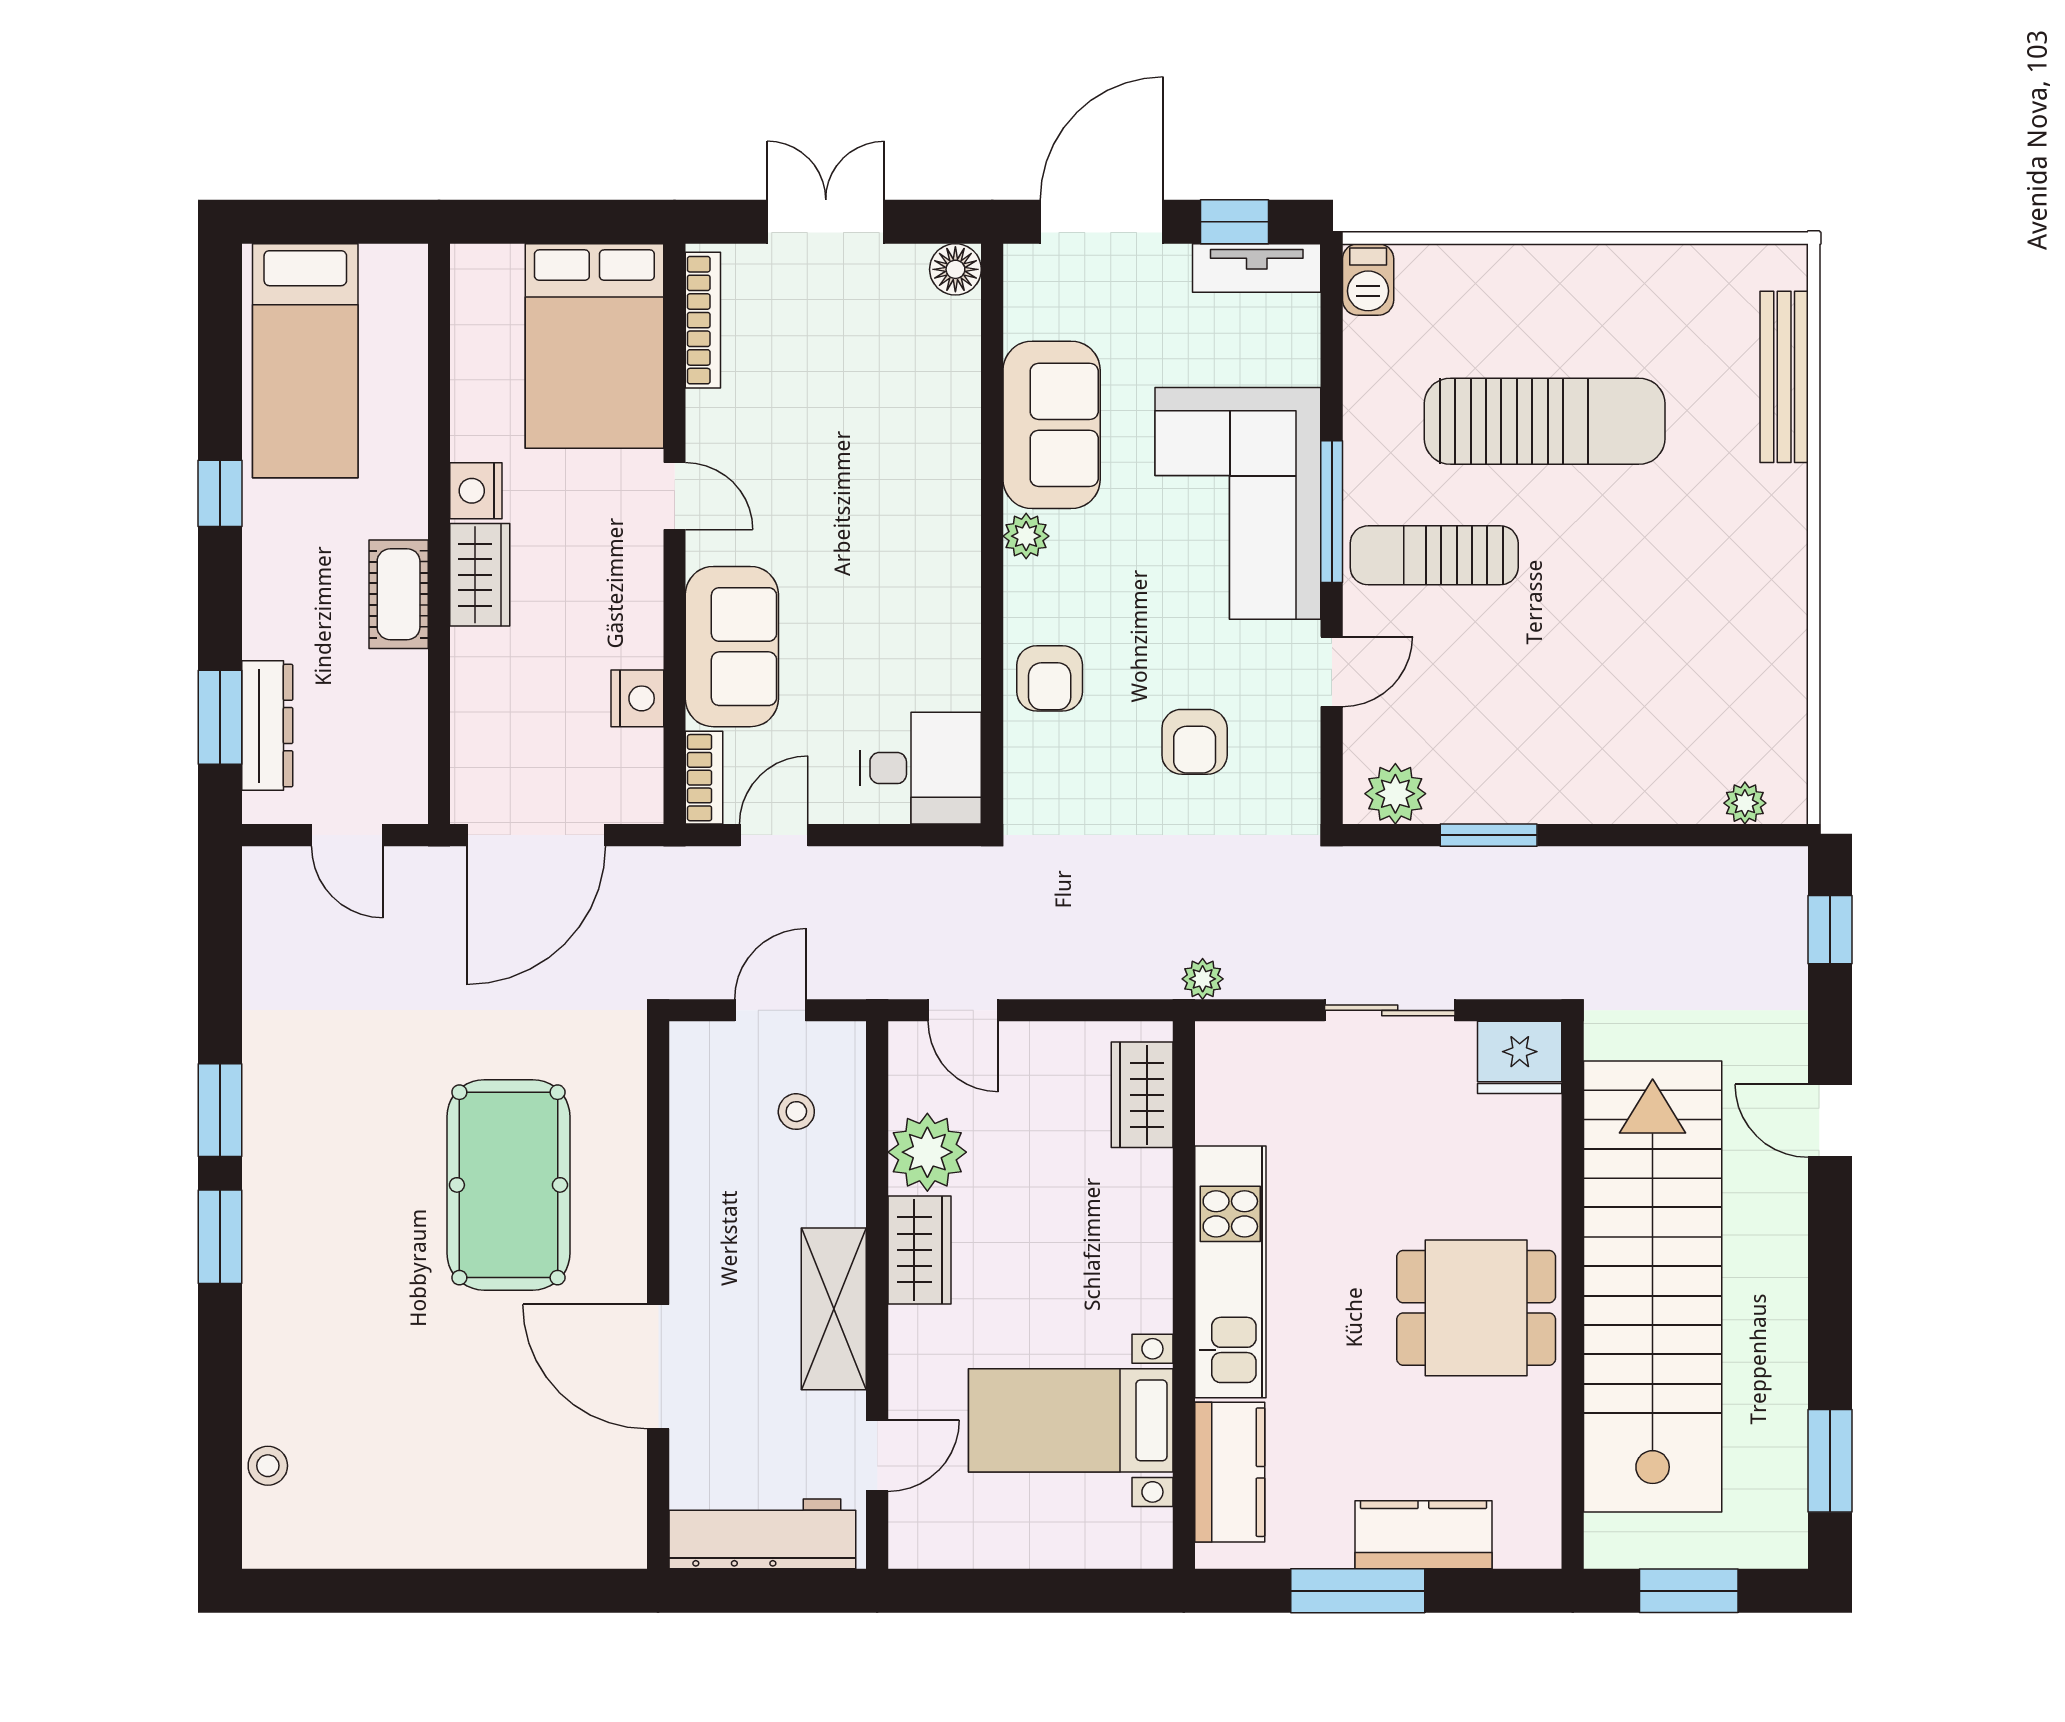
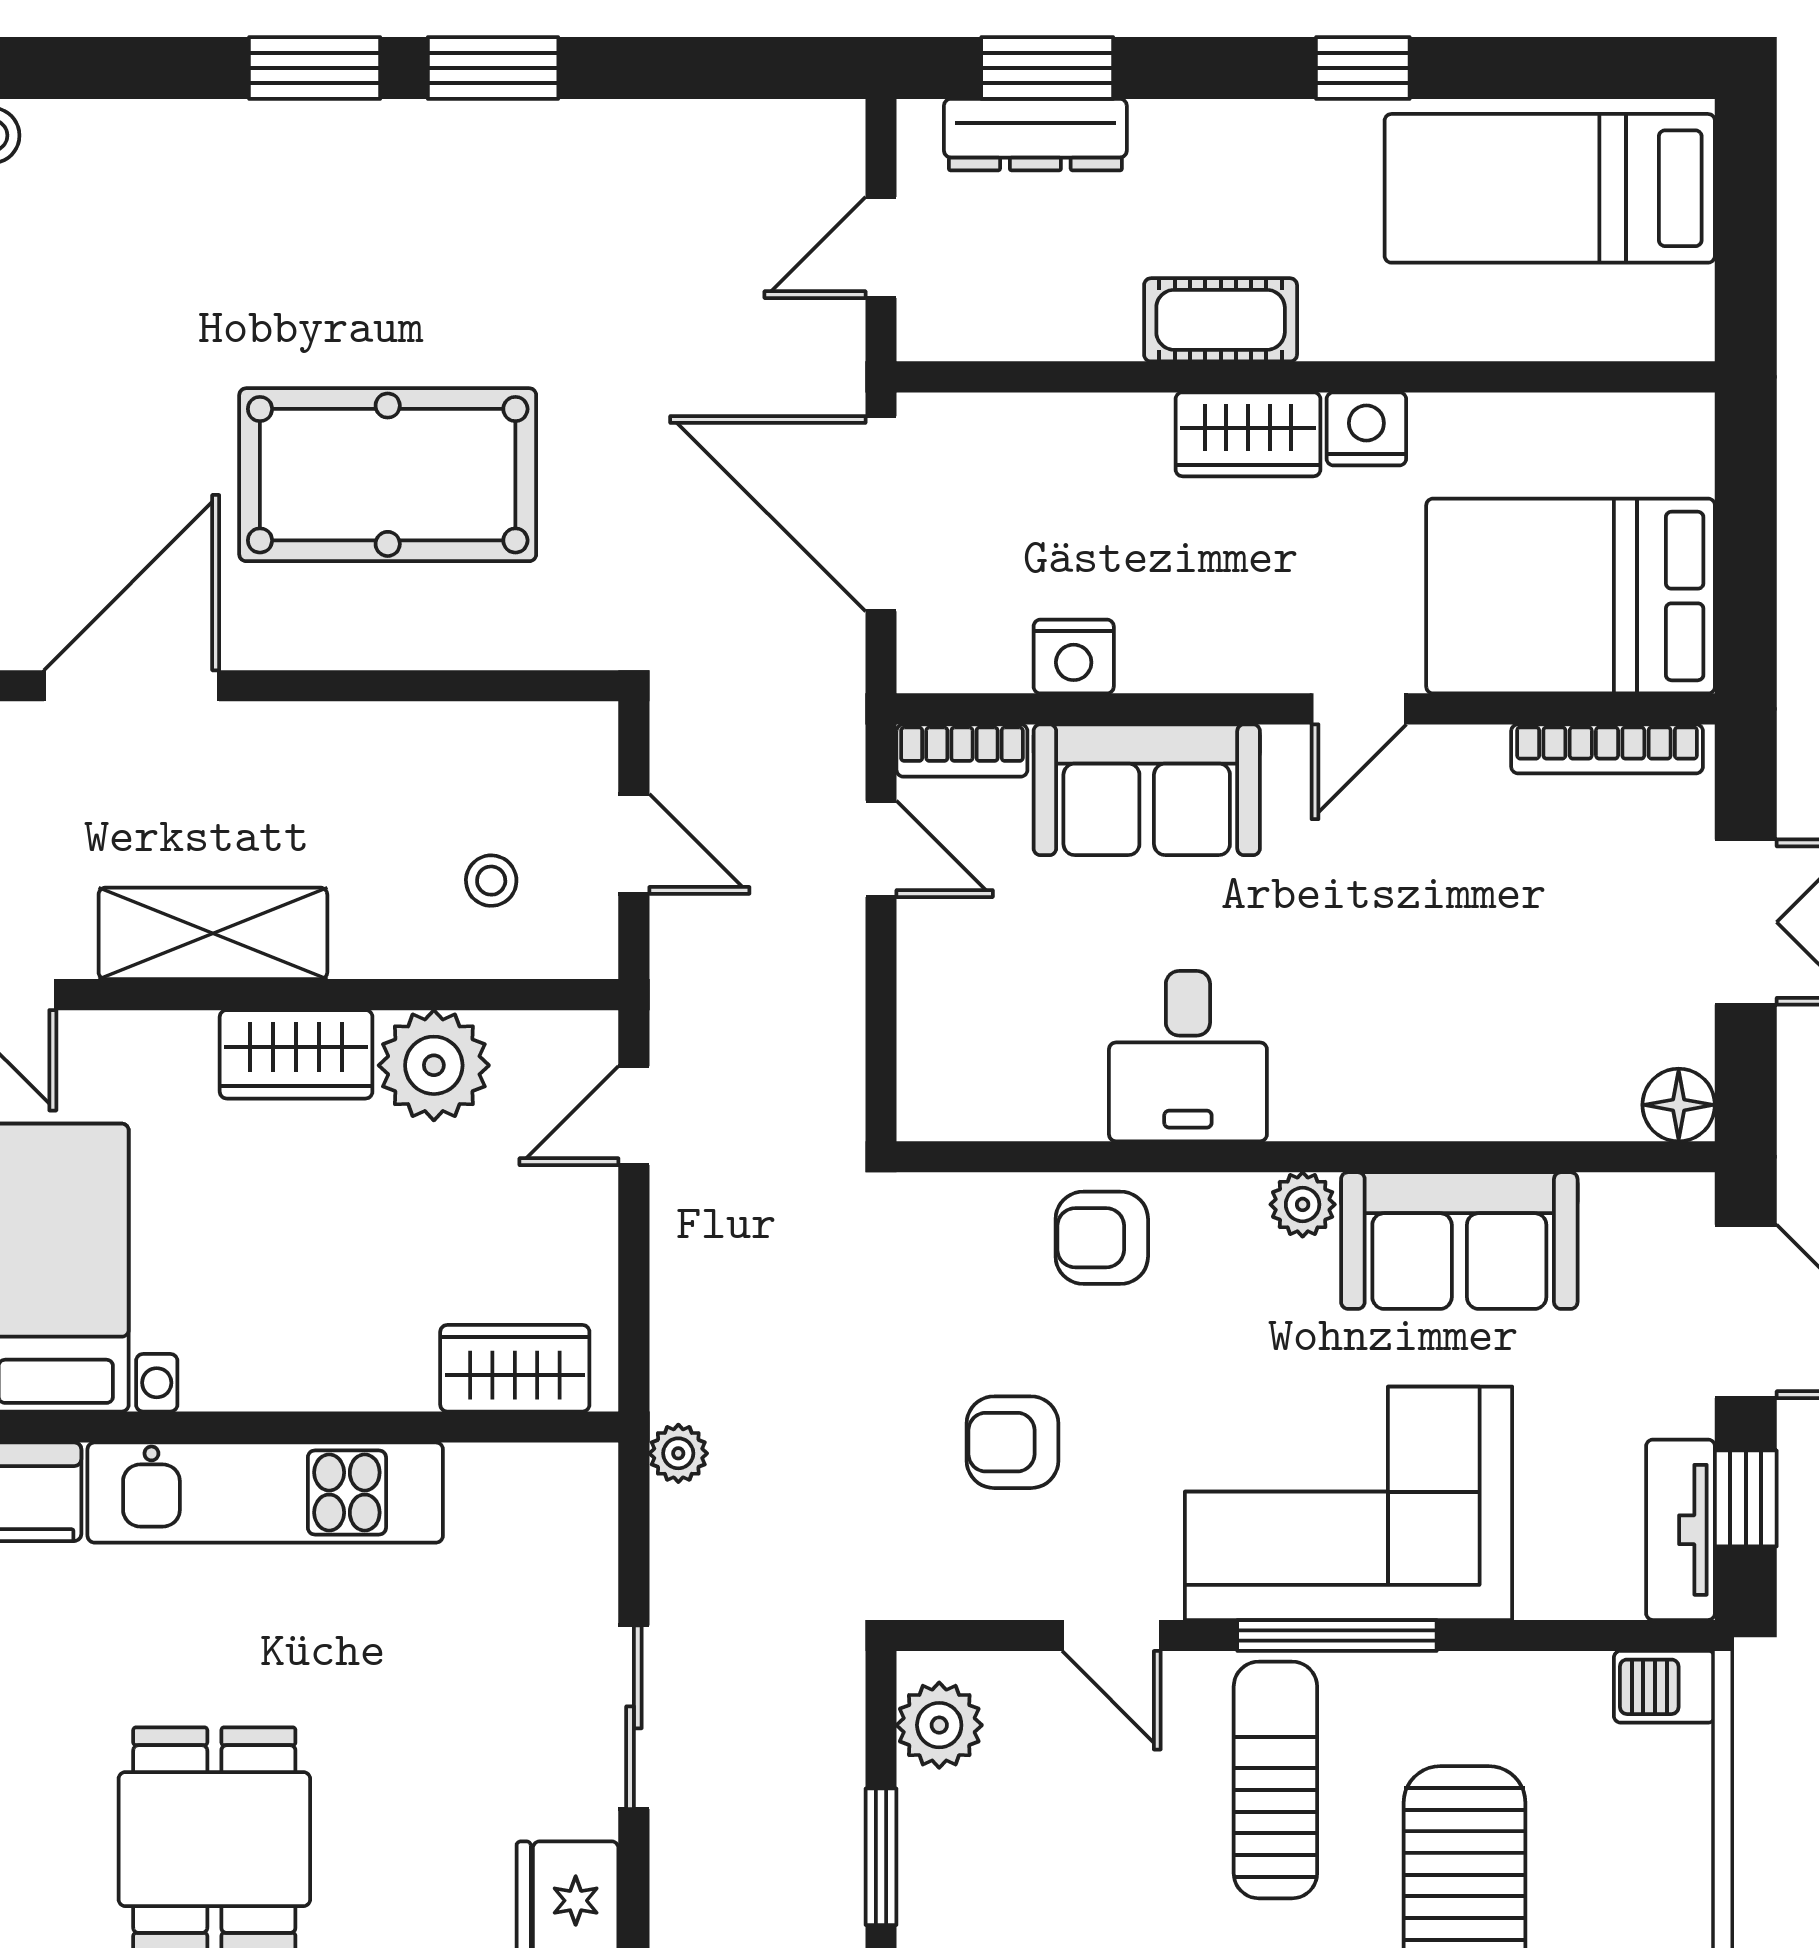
desk: (921, 768) -> (1188, 1056), moved

